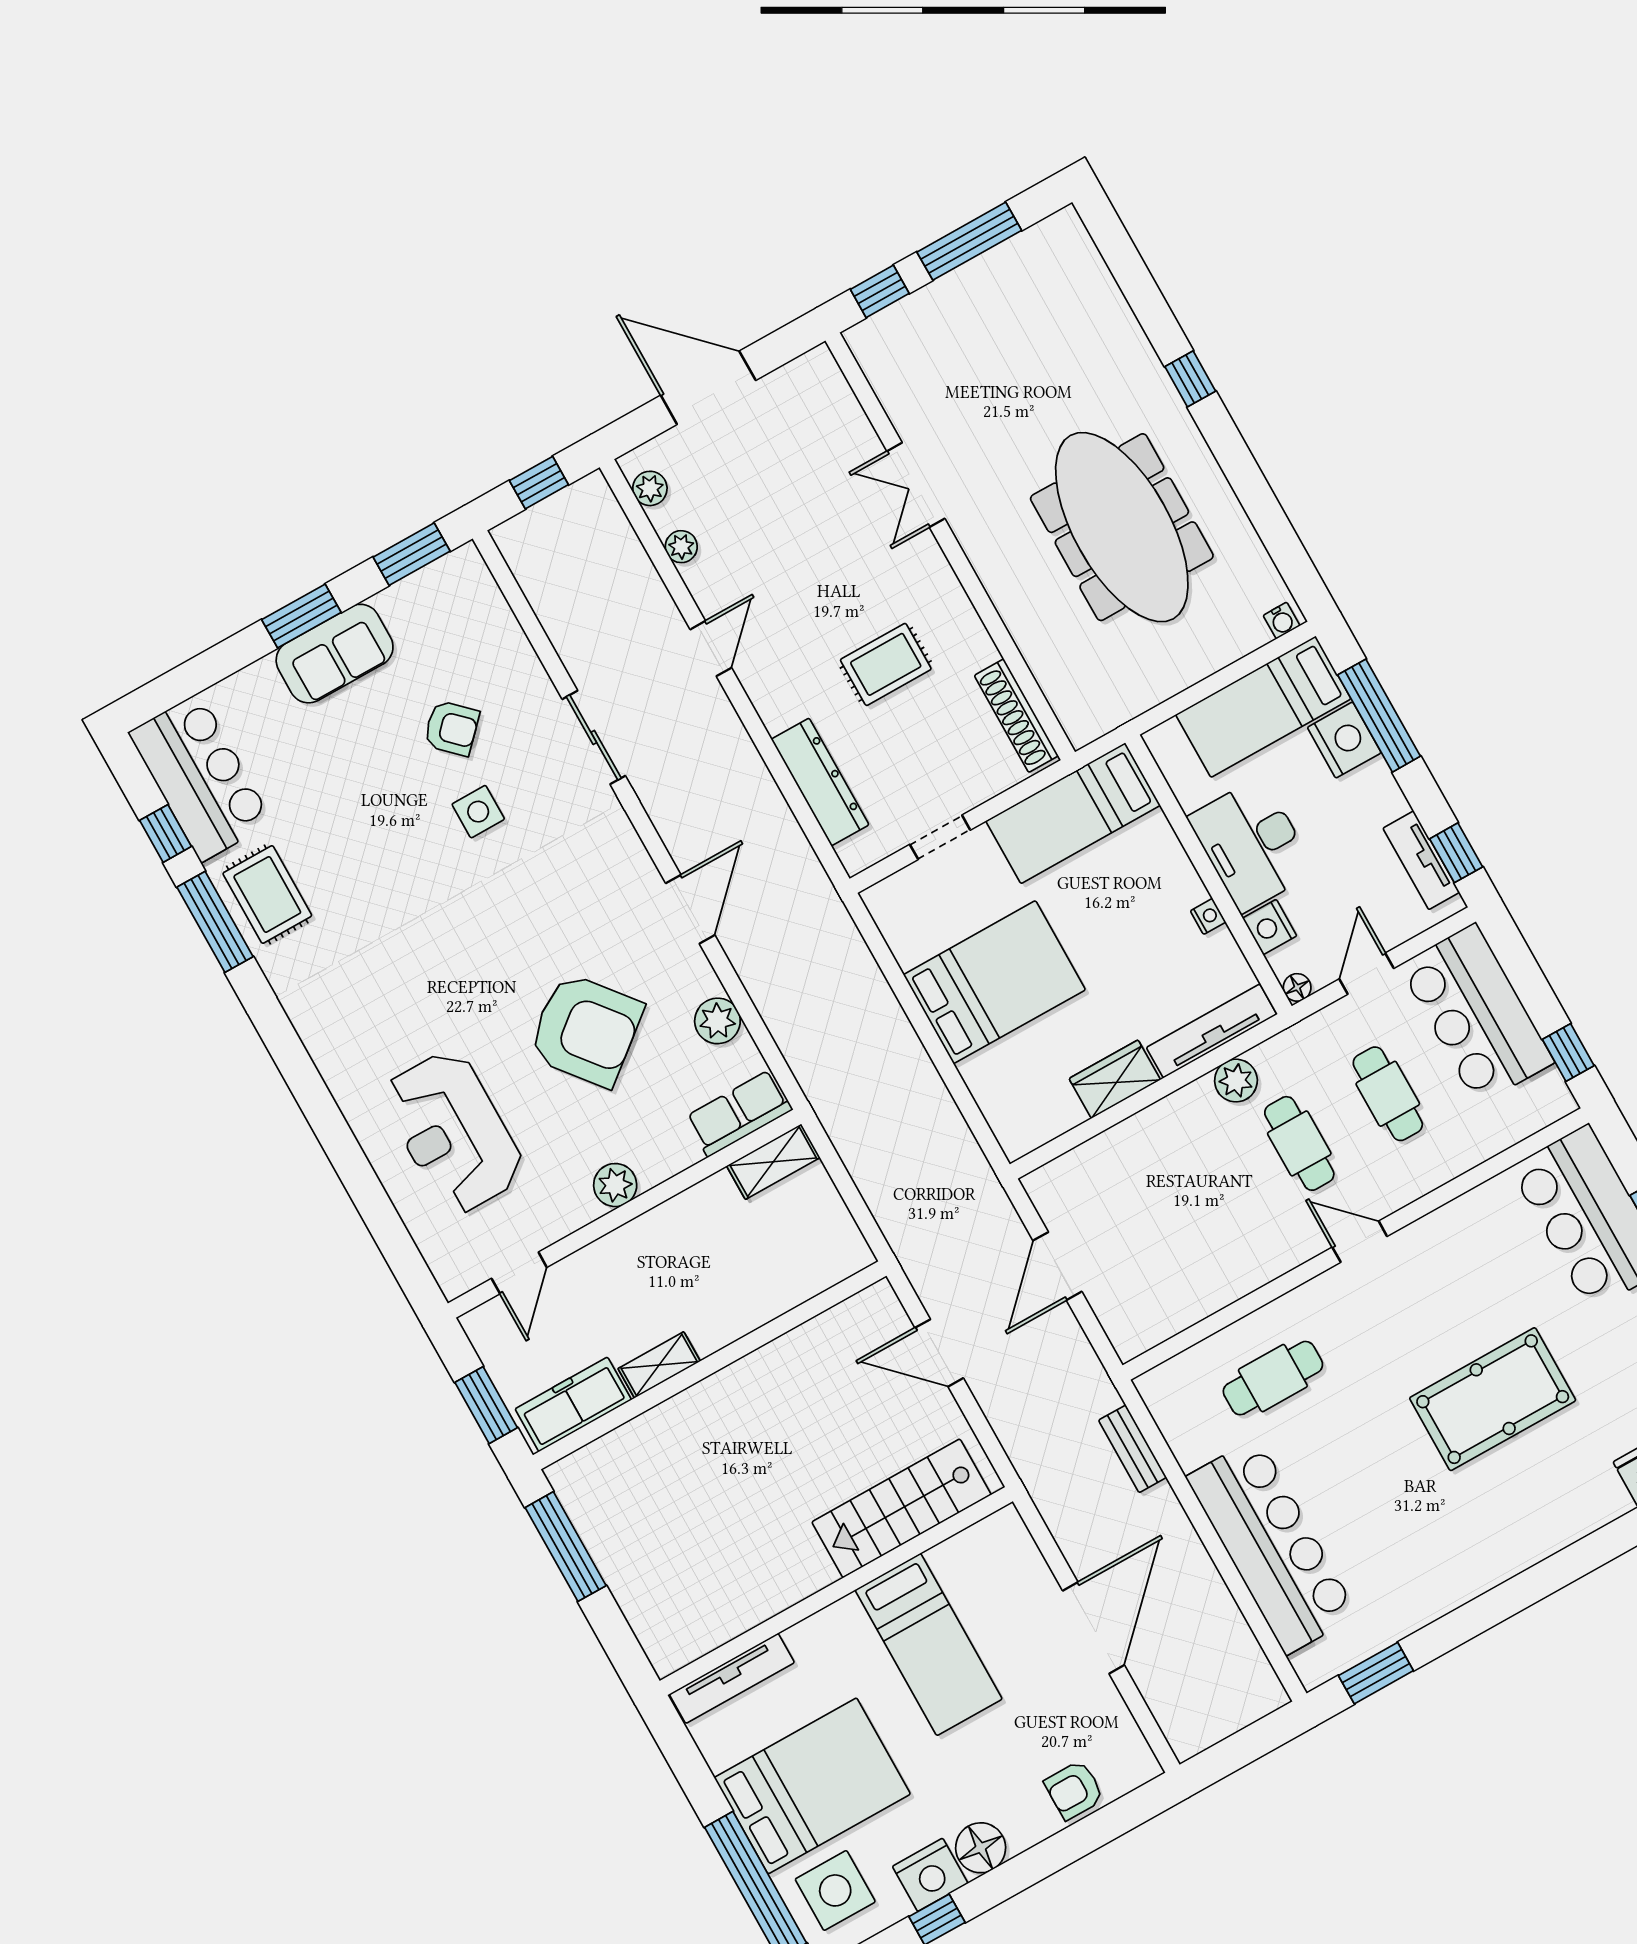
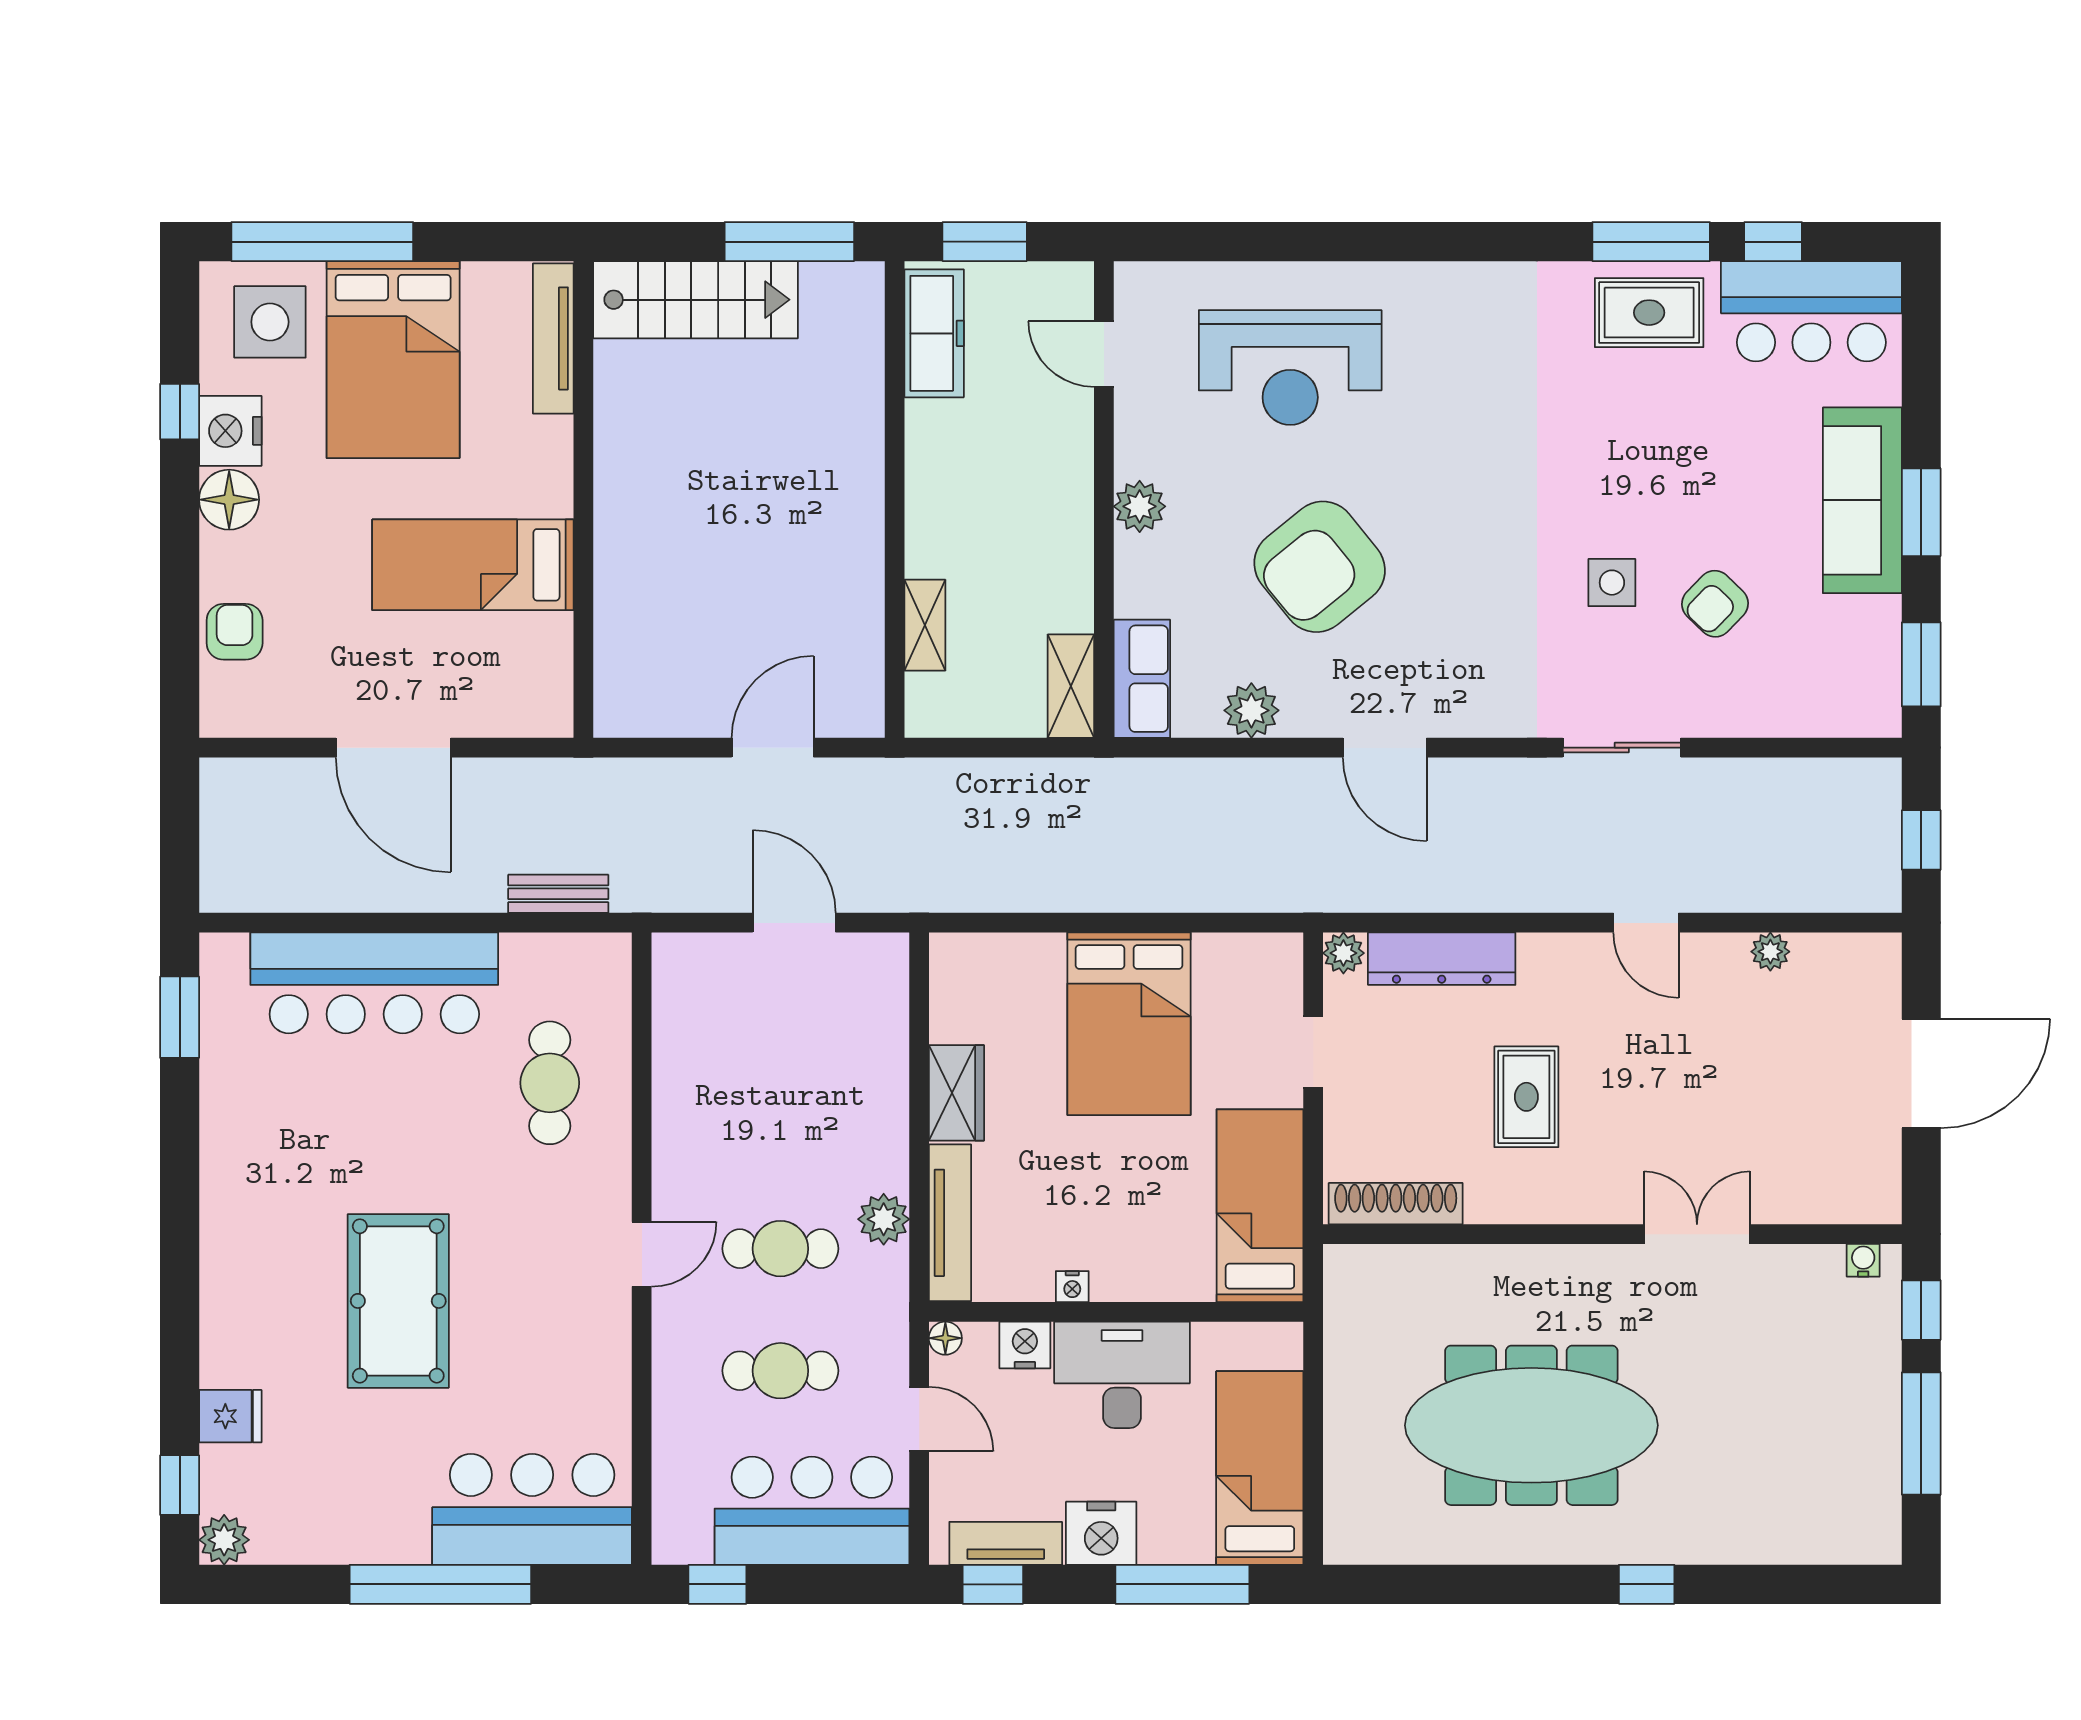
plant: (650, 488) -> (1343, 953), moved
water cooler: (1282, 621) -> (1863, 1260), moved, turned 90
sofa: (335, 654) -> (1862, 500), width x1.36
nightstand: (1344, 740) -> (1101, 1533), moved
reception desk: (453, 1132) -> (1290, 367), turned 180
shelving: (659, 1365) -> (925, 625), moved
stairs: (902, 1508) -> (695, 300), moved, turned 90

